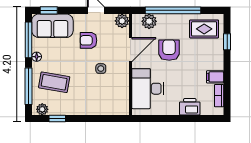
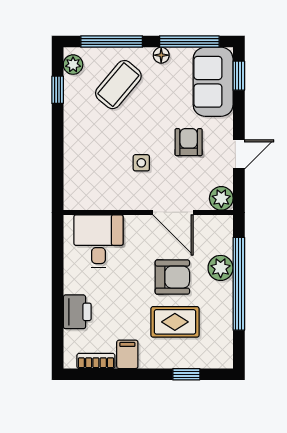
plant: (149, 21) -> (221, 268), moved
rug: (204, 29) -> (175, 322), moved, turned 90
coffee table: (54, 82) -> (118, 85), turned 30
desk: (148, 89) -> (99, 241), width x0.73

